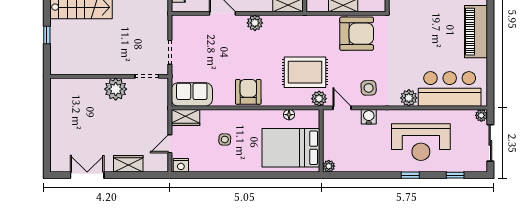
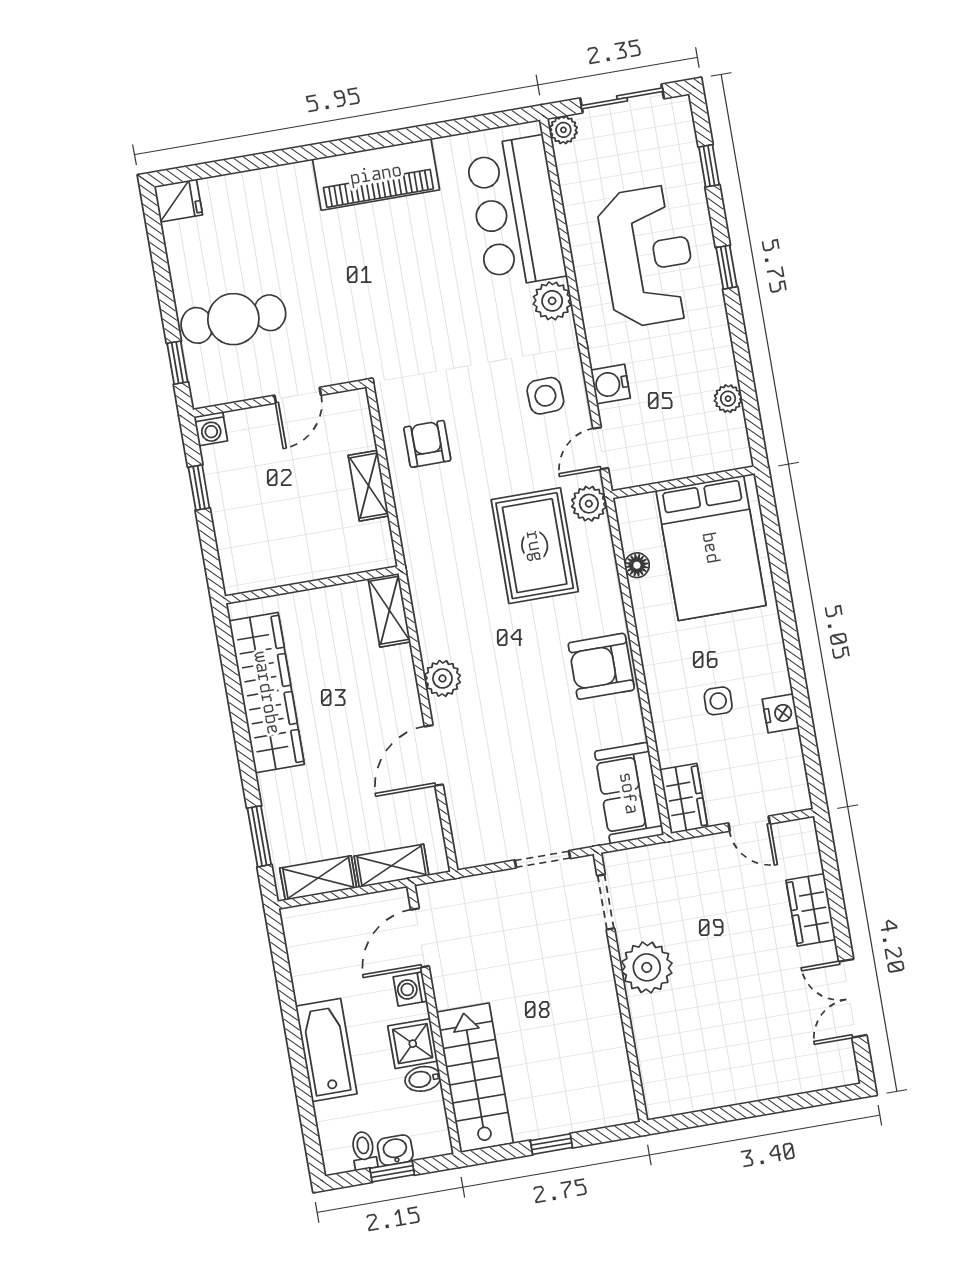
armchair: (357, 34) -> (427, 444), width x0.53, depth x0.53
nightstand: (181, 165) -> (781, 713), moved
plant: (329, 166) -> (728, 399), moved

